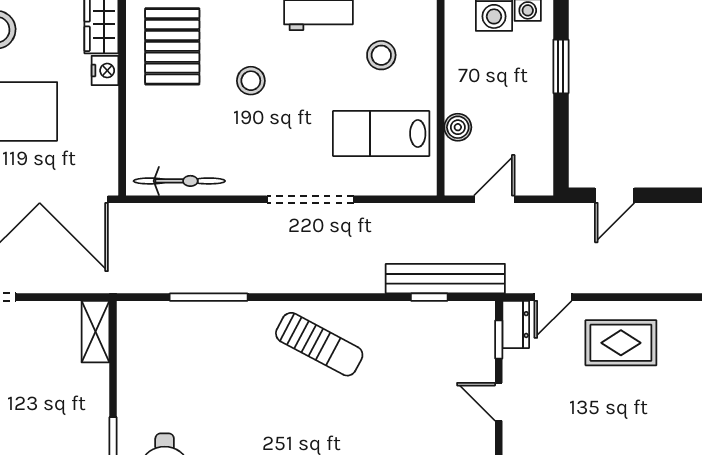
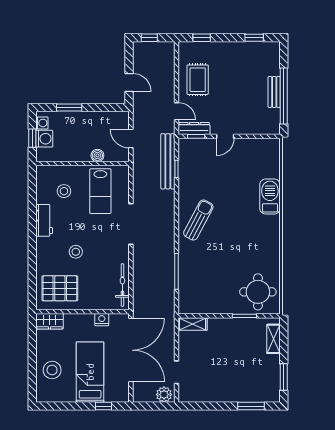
nightstand: (105, 71) -> (102, 320), moved
dresser: (516, 325) -> (194, 129), width x1.44

